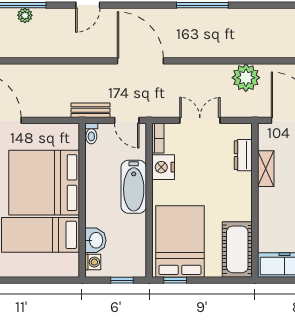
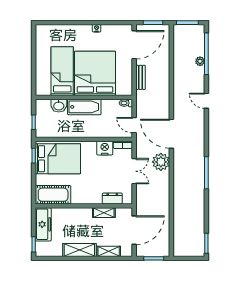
door: (140, 61) -> (171, 134), swing flipped
plant: (246, 78) -> (161, 162), moved
bench: (90, 110) -> (140, 77), moved
door: (127, 120) -> (134, 125), hinge flipped
bathtub: (134, 187) -> (84, 107), moved, turned 180
washing machine: (93, 262) -> (45, 104), removed

